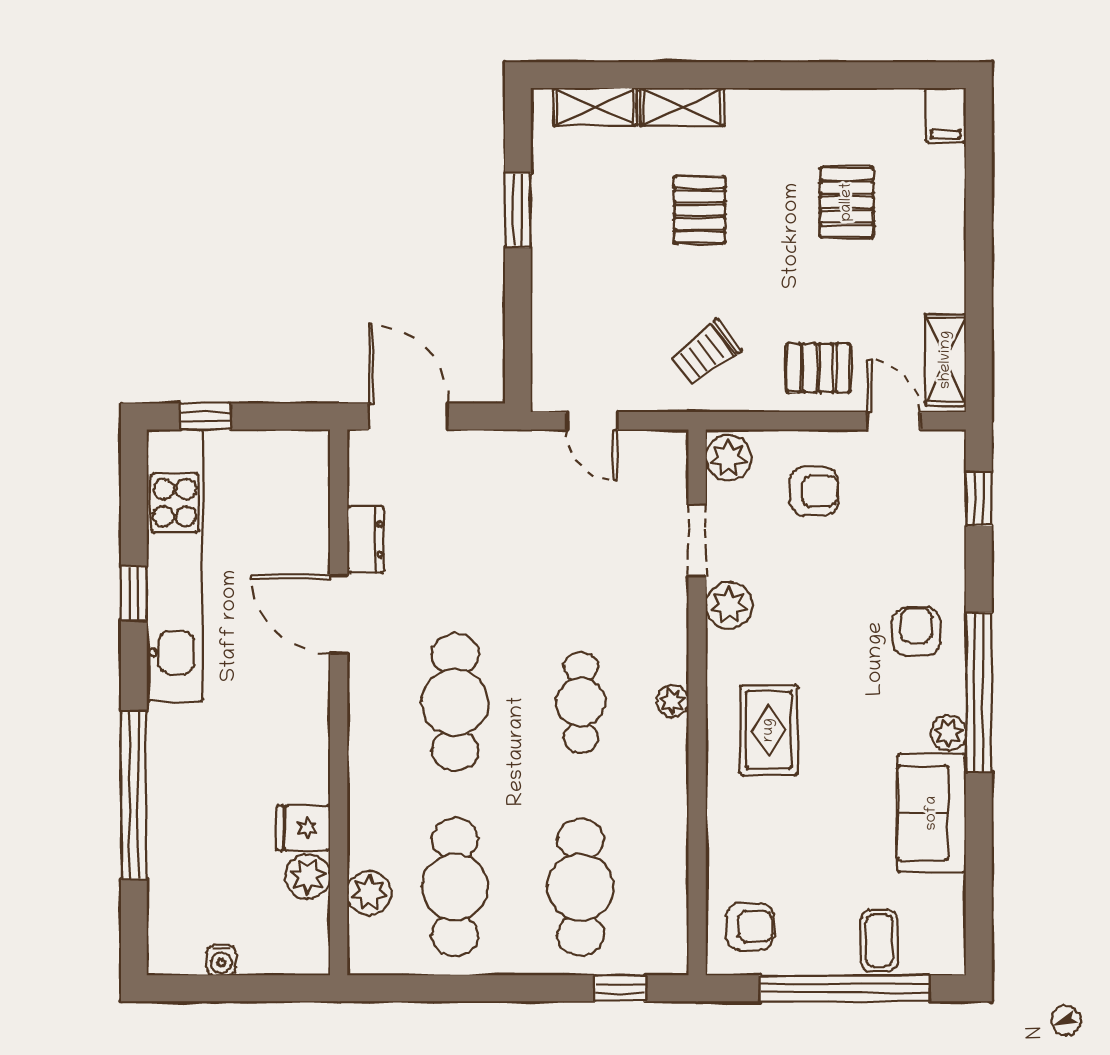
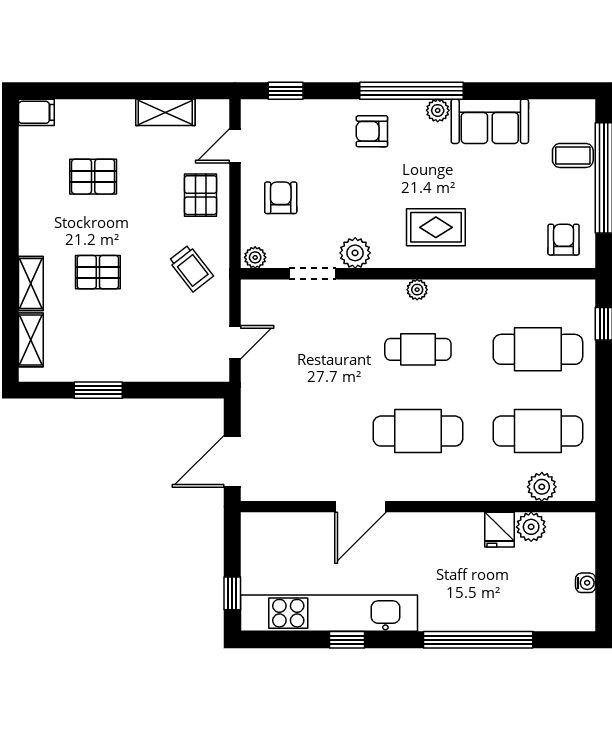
shelving: (946, 360) -> (165, 112), moved
plant: (728, 458) -> (255, 257), width x0.73, depth x0.73
dresser: (366, 539) -> (312, 489), removed

